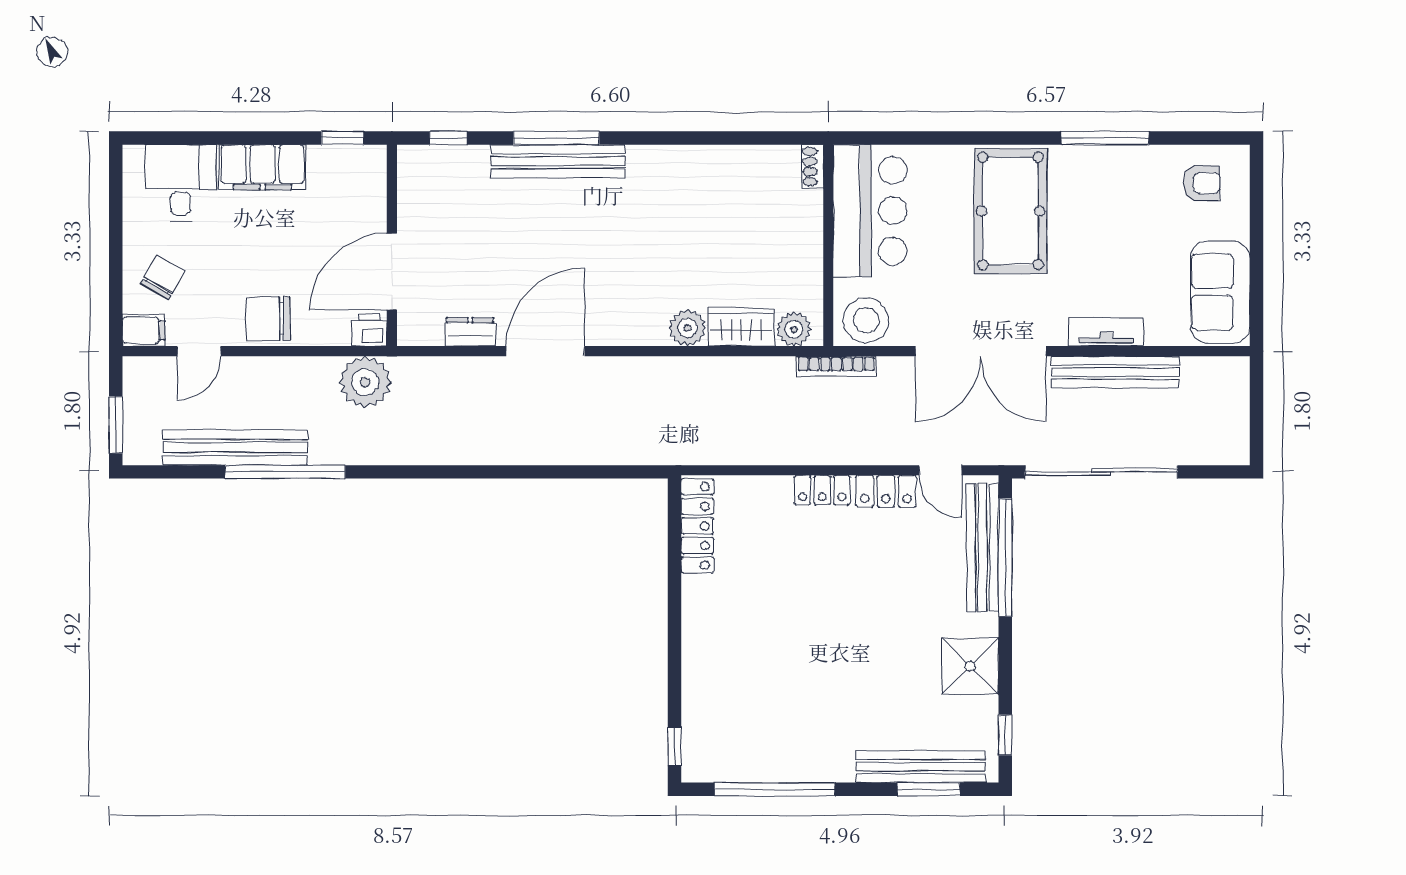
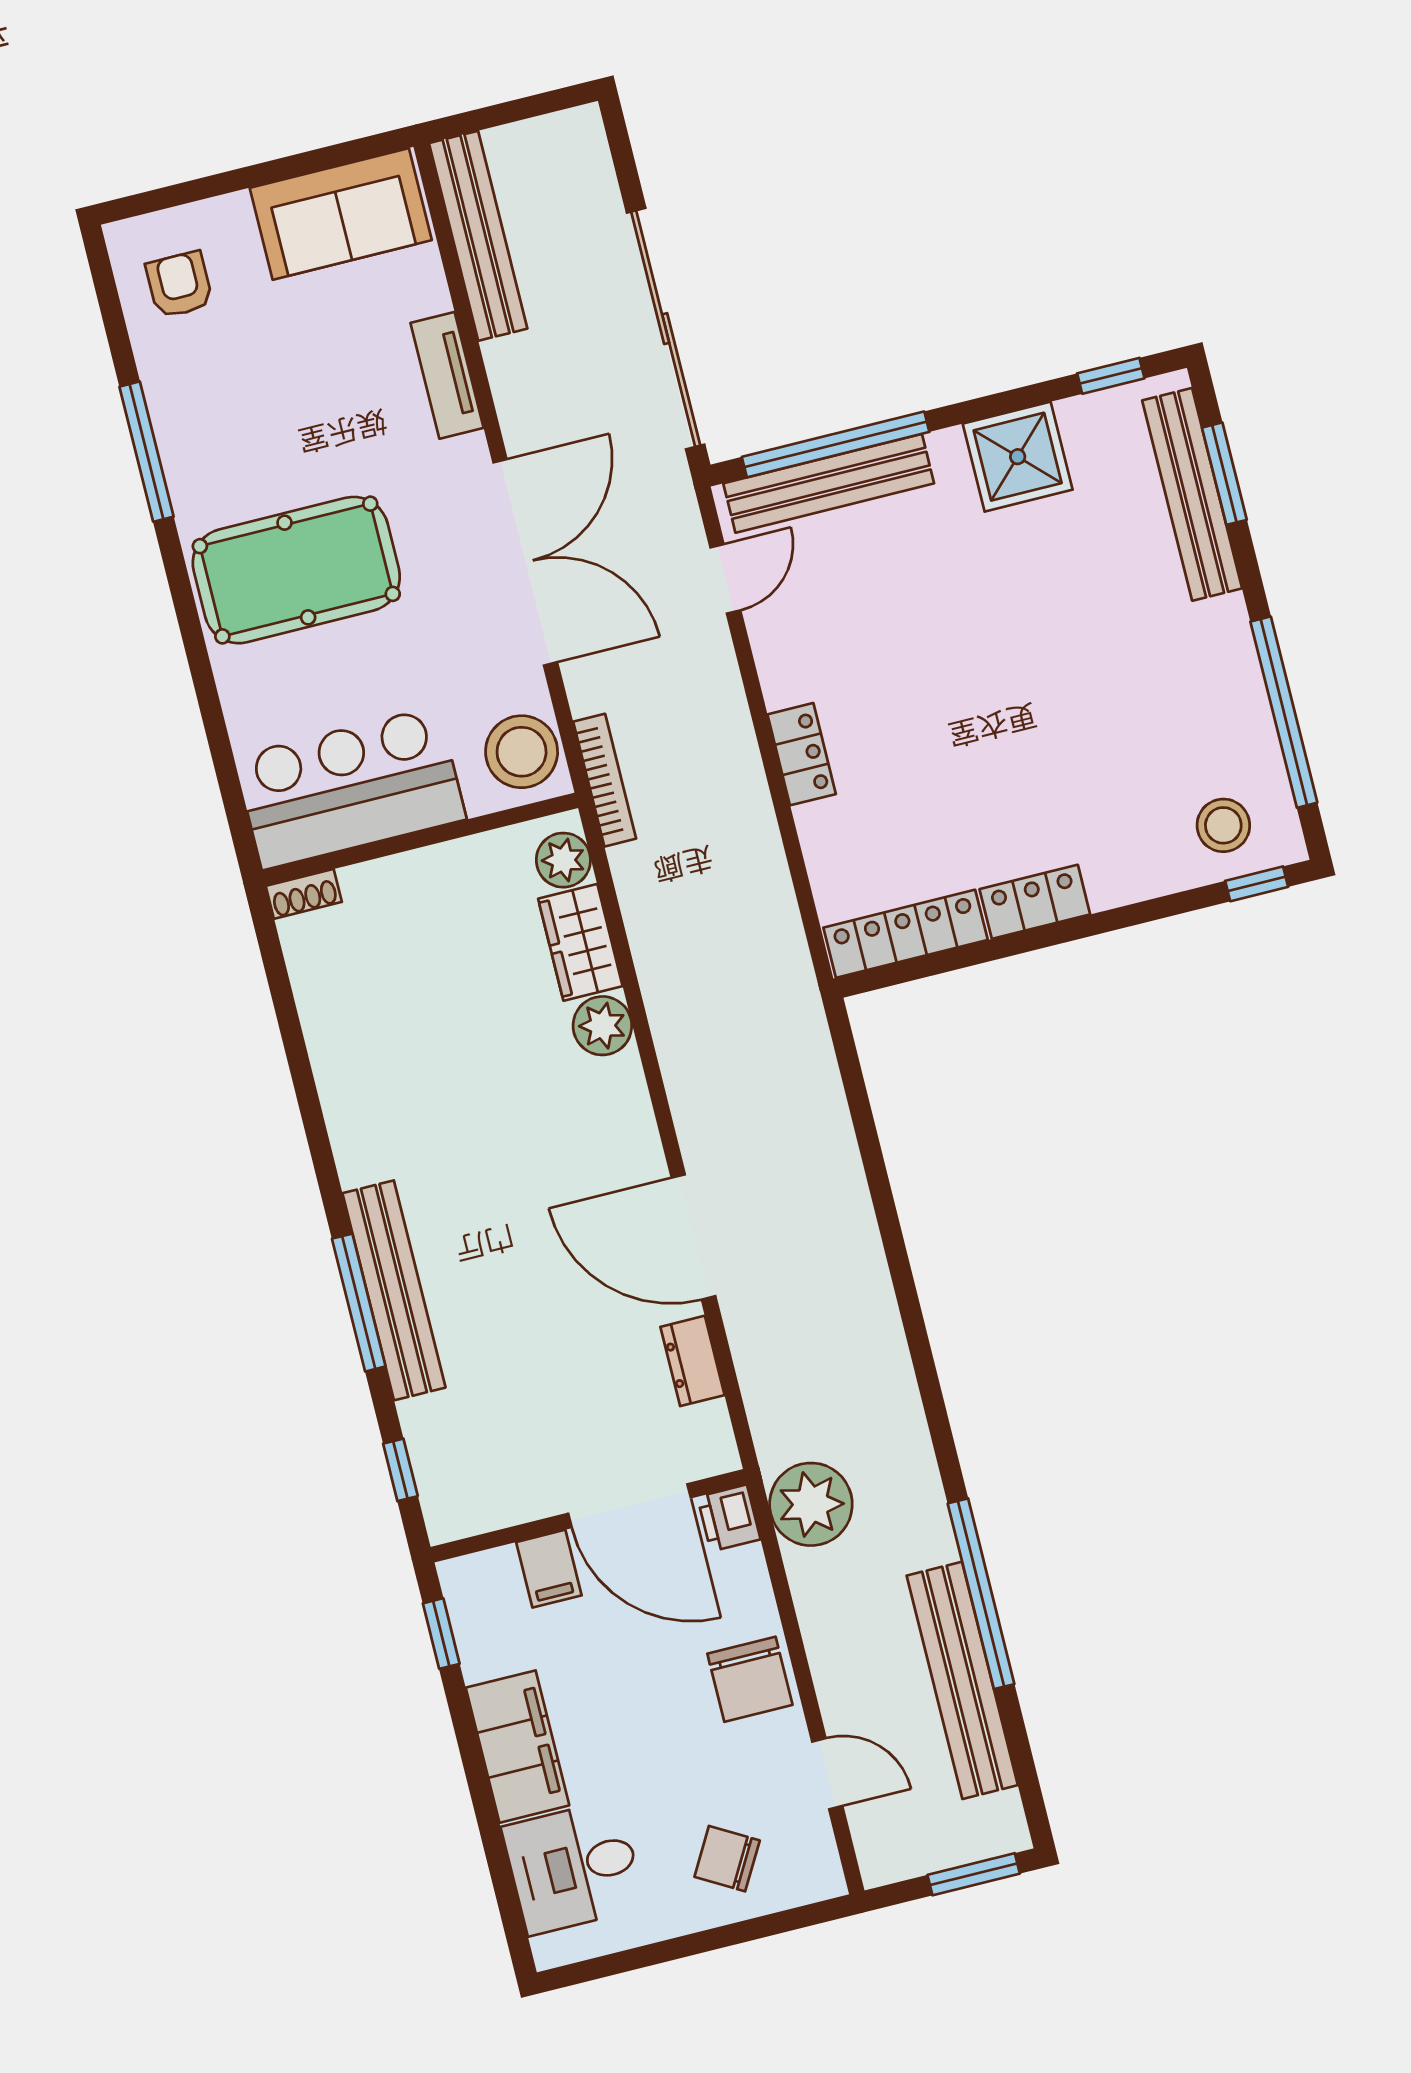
filing cabinet: (144, 330) -> (549, 1569), moved, turned 180
bench: (1115, 372) -> (478, 236), moved
locker: (886, 491) -> (1035, 902), moved, turned -90
stool: (715, 735) -> (1223, 825), added

